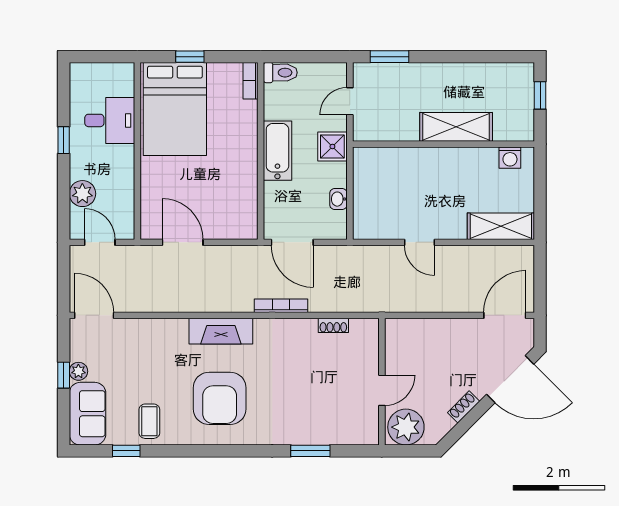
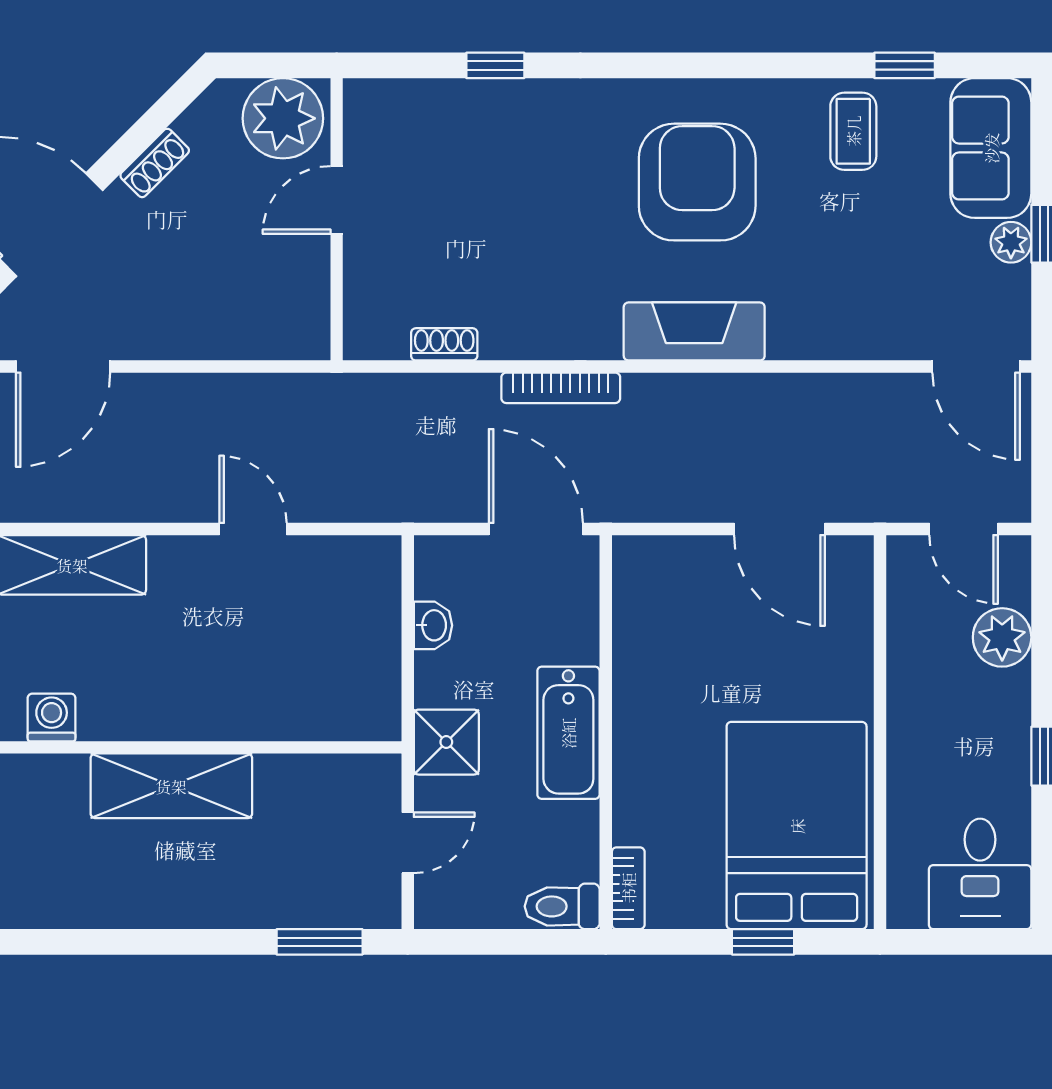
desk: (110, 120) -> (980, 874), moved, turned -90
window: (310, 451) -> (495, 65), width x0.67

